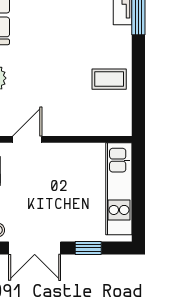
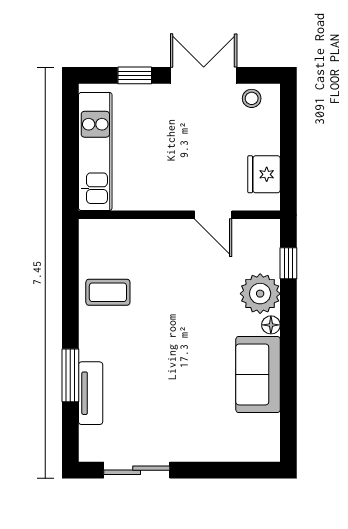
door: (27, 139) -> (213, 215), hinge flipped

